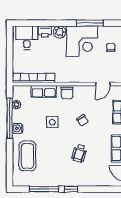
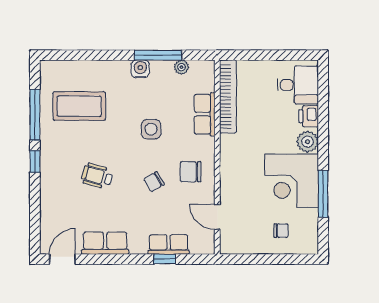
chair: (67, 93) -> (191, 172), moved
window: (10, 118) -> (158, 55), width x0.68
coffee table: (27, 156) -> (79, 106), moved

